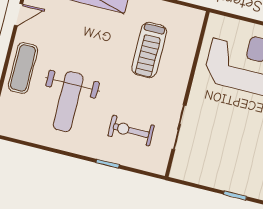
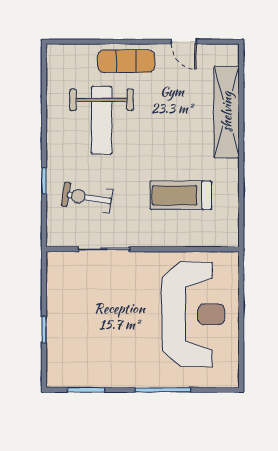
weight bench: (68, 102) -> (102, 120), turned -90
exercise bike: (131, 131) -> (87, 198), turned -81

